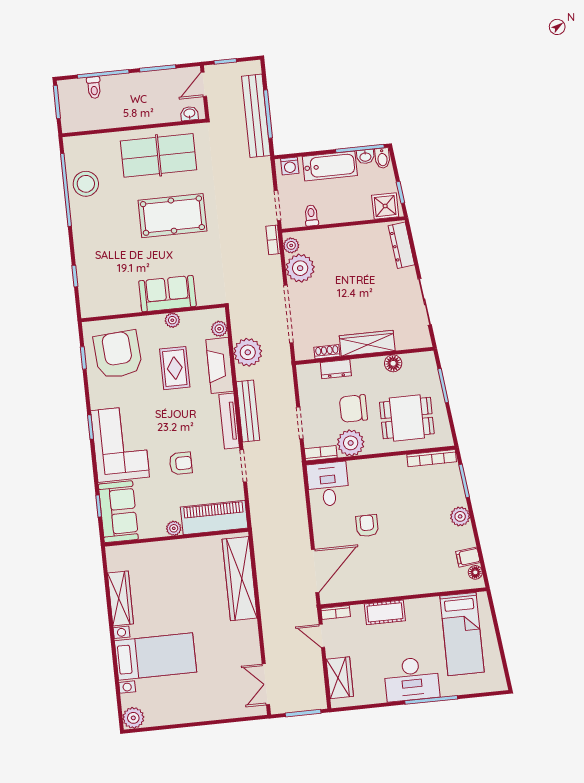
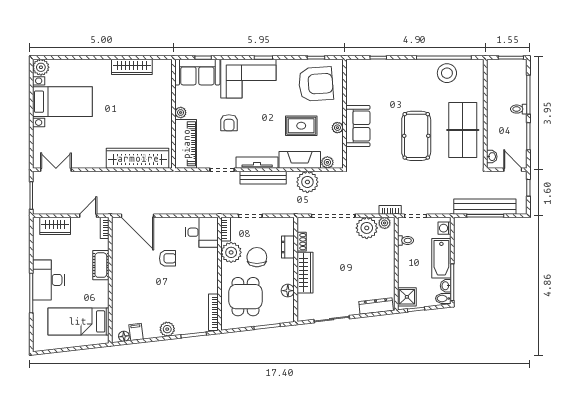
toilet: (94, 88) -> (519, 109), moved
bed with nightstands: (156, 656) -> (62, 102), moved, turned -90

